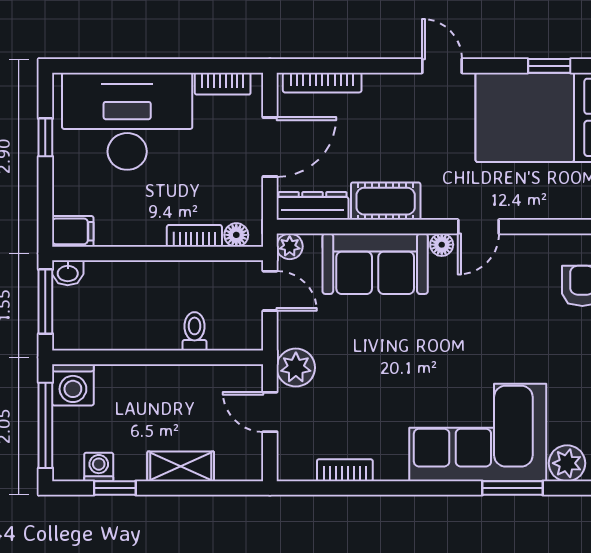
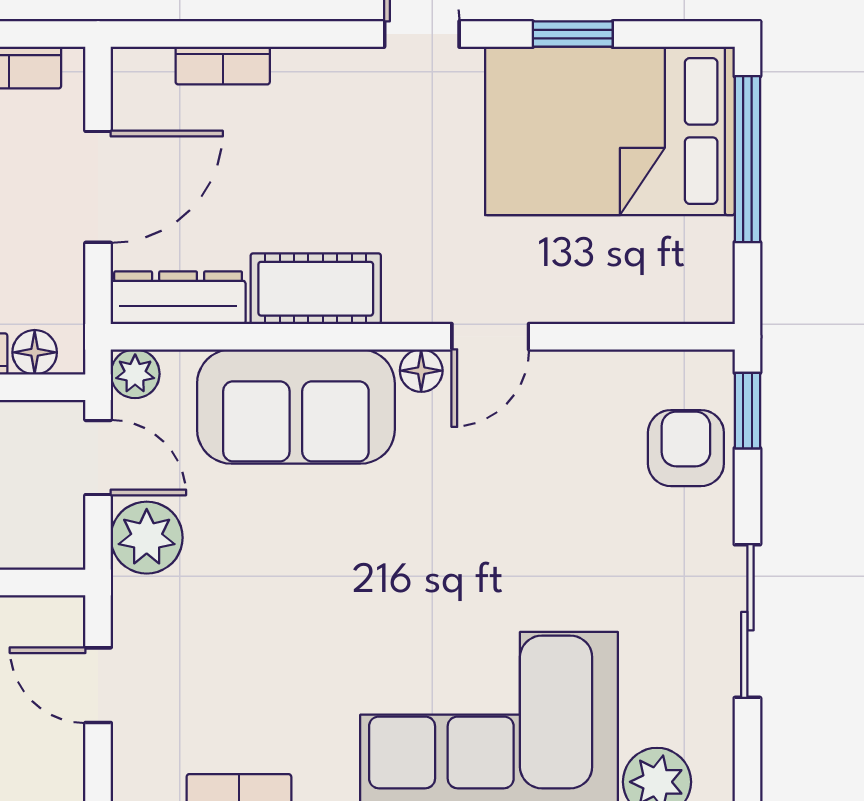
window: (549, 66) -> (573, 34), moved
bookcase: (322, 83) -> (223, 66), width x0.64
plant: (296, 368) -> (147, 538), moved

